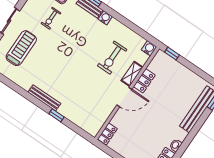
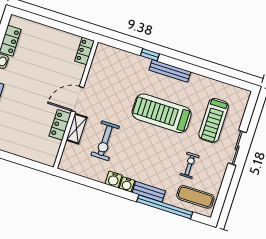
water cooler: (149, 48) -> (114, 179), moved
window: (172, 54) -> (37, 166), removed
exercise bike: (112, 58) -> (105, 141), turned 180
treadmill: (61, 66) -> (162, 113), added

